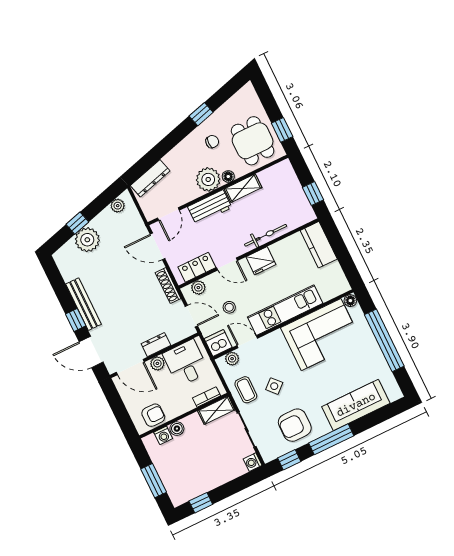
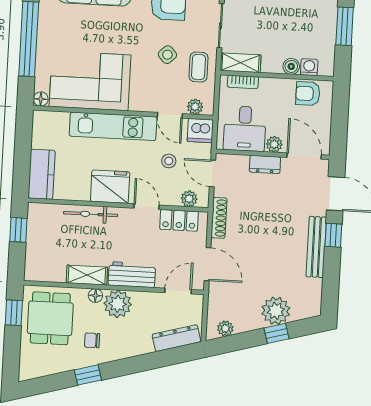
fridge: (261, 261) -> (110, 187), width x1.36, depth x1.34

